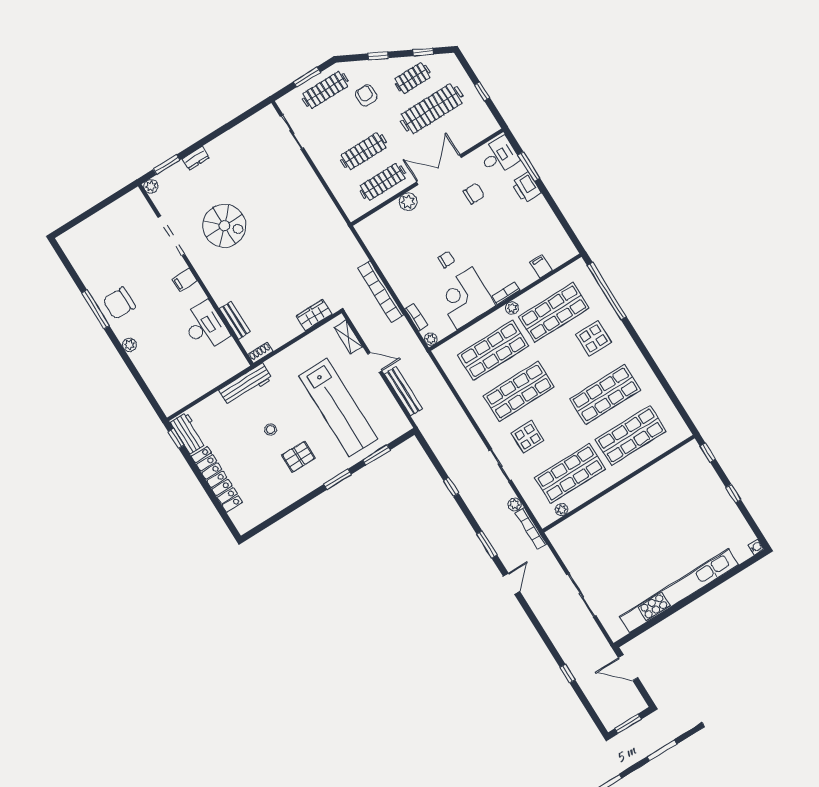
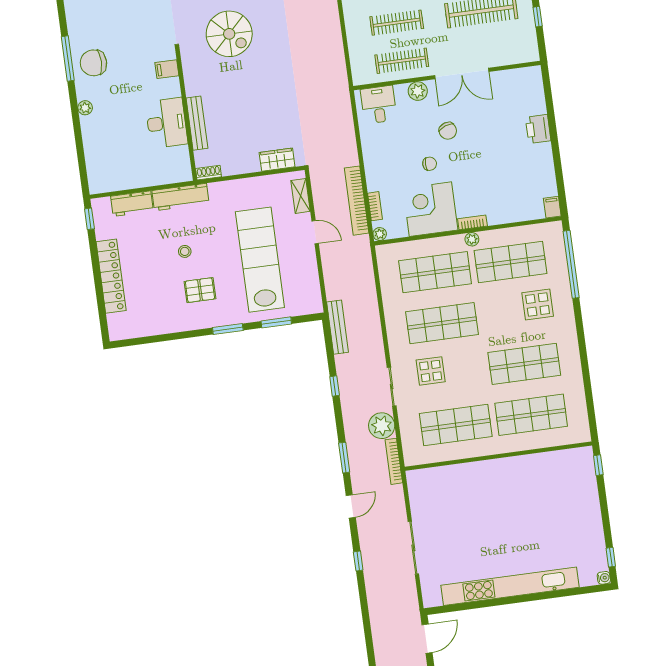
desk: (499, 156) -> (379, 105), moved, turned -90
window: (529, 167) -> (550, 110), removed
double door: (439, 170) -> (462, 74), swing flipped
chair: (474, 194) -> (448, 131), moved, turned 71
filing cabinet: (541, 266) -> (552, 207), moved
bookcase: (381, 292) -> (357, 201), moved
bench: (235, 320) -> (197, 123), width x1.36
bench: (403, 391) -> (337, 327), moved
lab bench: (338, 407) -> (260, 260), turned 180
workbench: (188, 433) -> (132, 204), moved, turned 90
window: (733, 494) -> (611, 557), moved
plant: (515, 504) -> (382, 426), width x1.87, depth x1.87
plant: (562, 510) -> (432, 456), removed
door: (628, 668) -> (427, 639), swing flipped
window: (568, 674) -> (358, 561), moved

